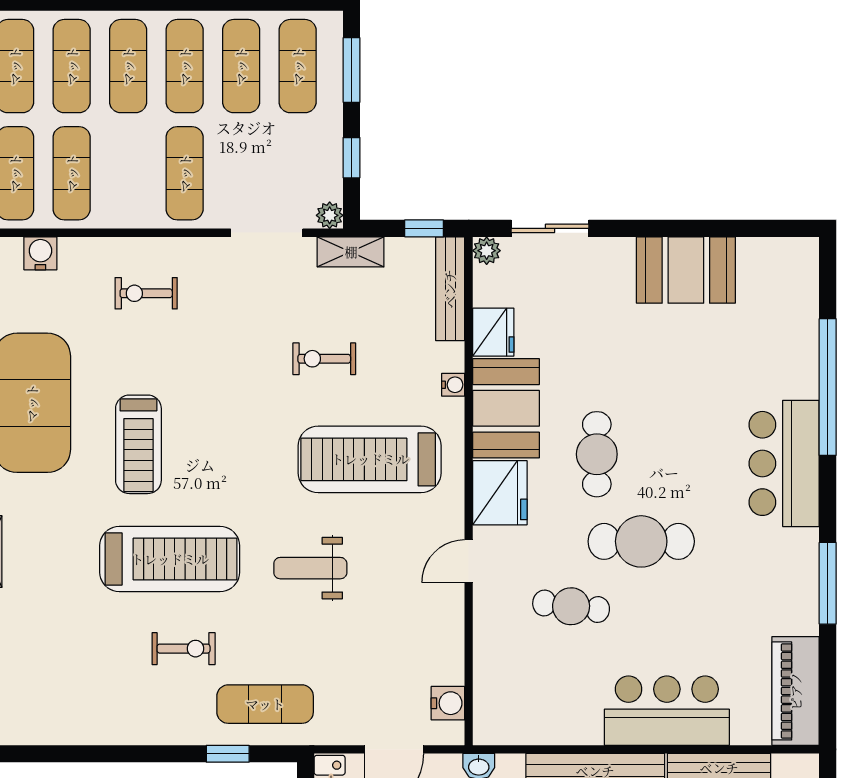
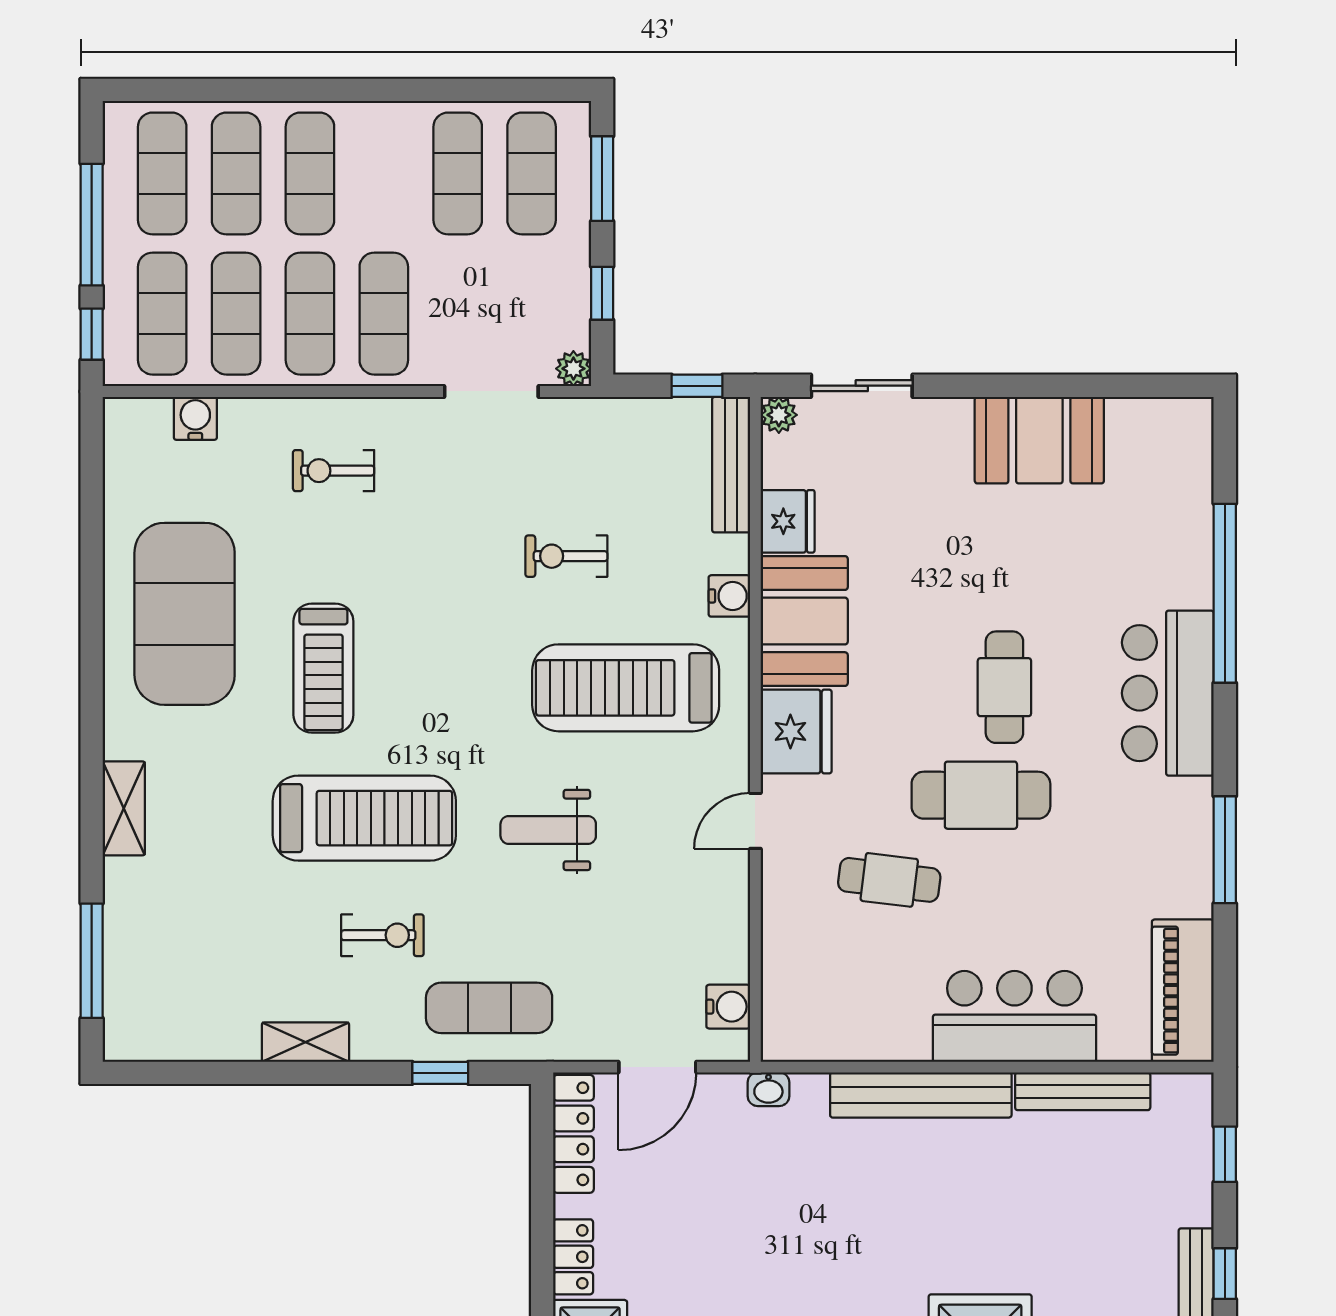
exercise mat: (185, 66) -> (310, 314), moved
shelving: (351, 252) -> (306, 1042), moved
water cooler: (453, 385) -> (729, 596), width x1.38, depth x1.38
cafe table: (597, 454) -> (1004, 687), moved

